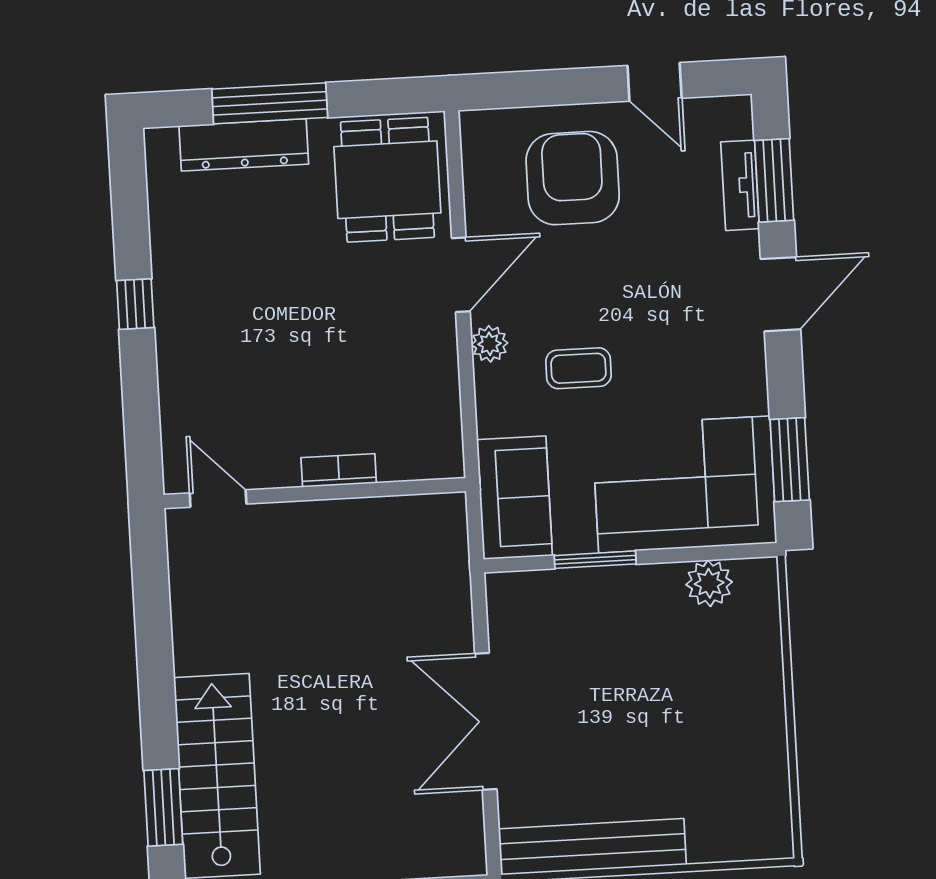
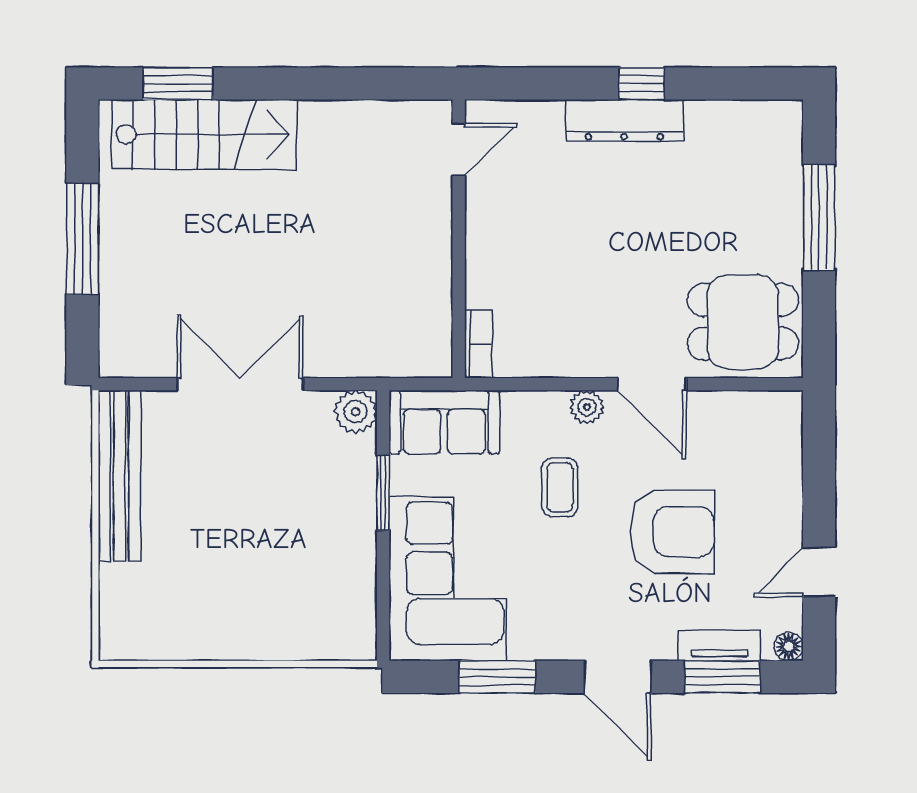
floor lamp: (737, 110) -> (789, 646), added
dresser: (244, 145) -> (624, 120), moved, turned -90
armchair: (573, 178) -> (672, 532), moved
window: (790, 460) -> (497, 677), moved
bookcase: (339, 470) -> (478, 344), moved
plant: (709, 583) -> (356, 412), moved

